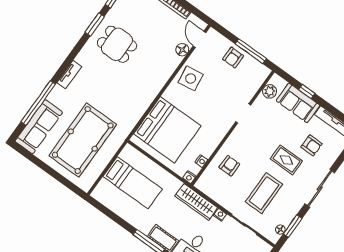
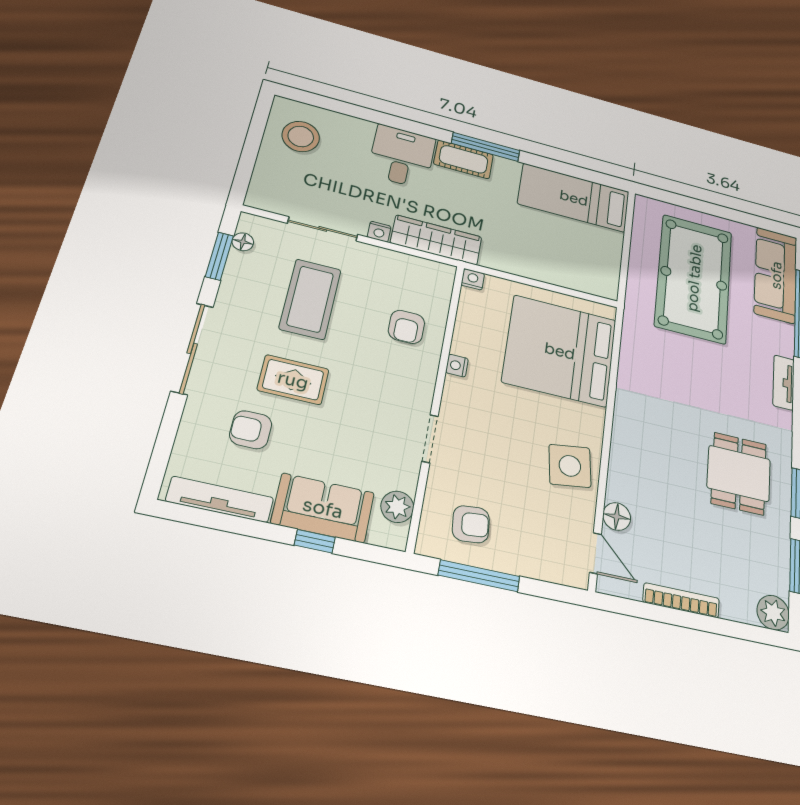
dining table: (117, 44) -> (739, 473), turned 90
armchair: (233, 58) -> (471, 524), moved, turned 85
nightstand: (201, 161) -> (457, 366), moved
bed: (133, 183) -> (574, 198), moved

